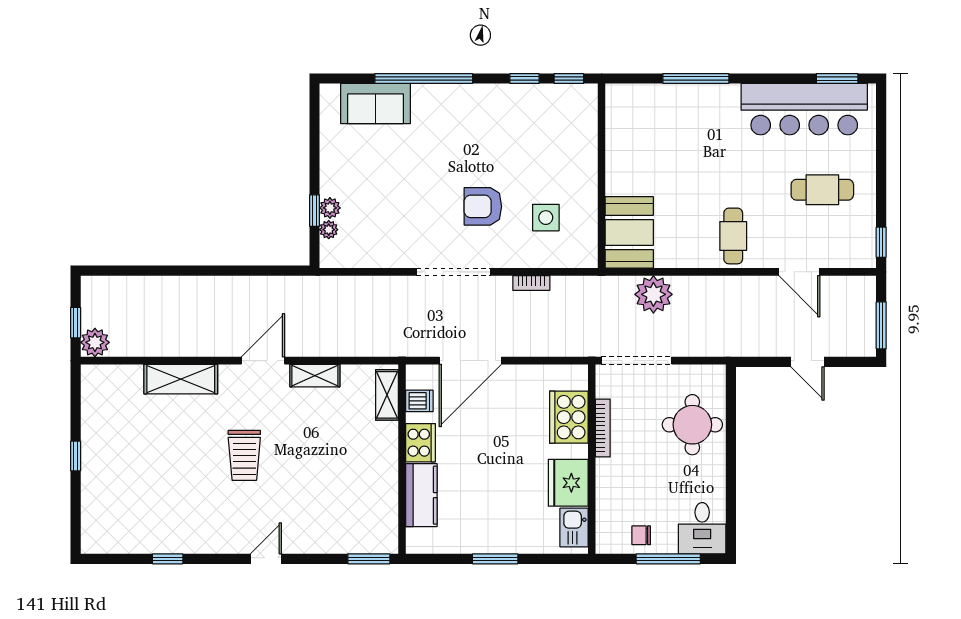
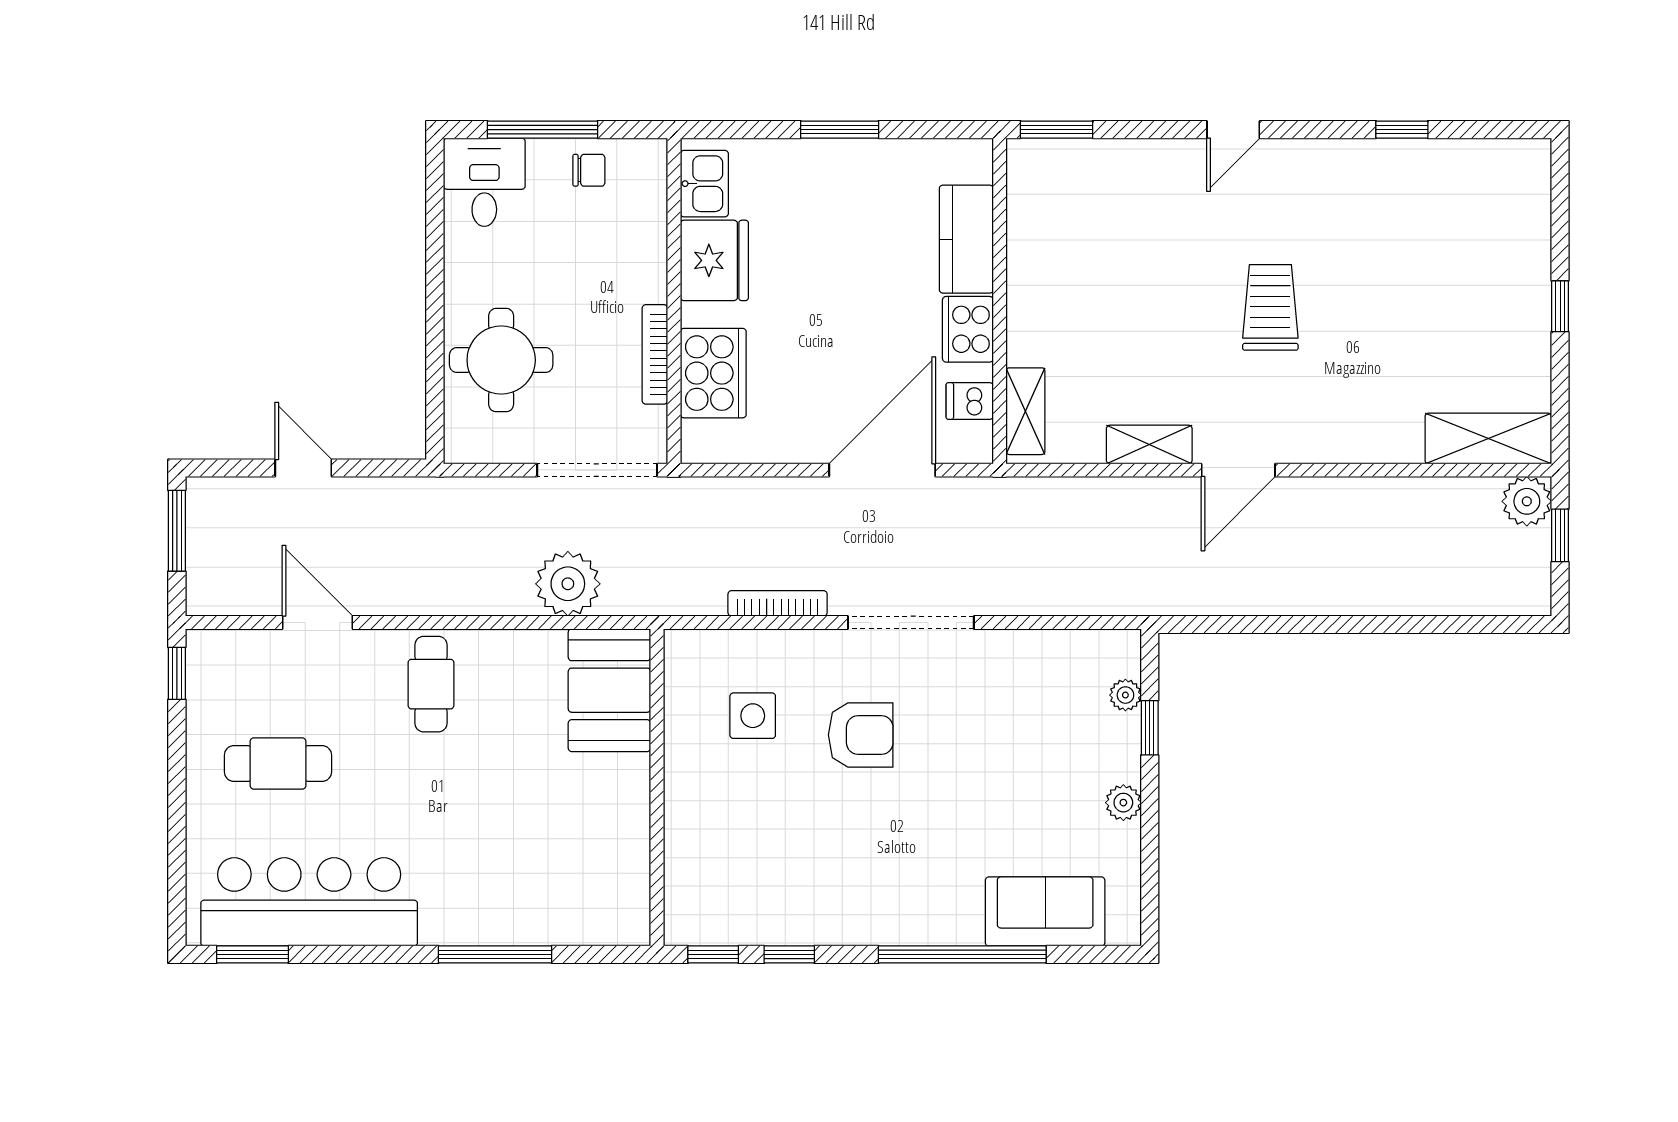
plant: (330, 208) -> (1123, 803), moved
bookcase: (531, 283) -> (778, 603), width x1.56
shelving: (181, 379) -> (1488, 438), moved

